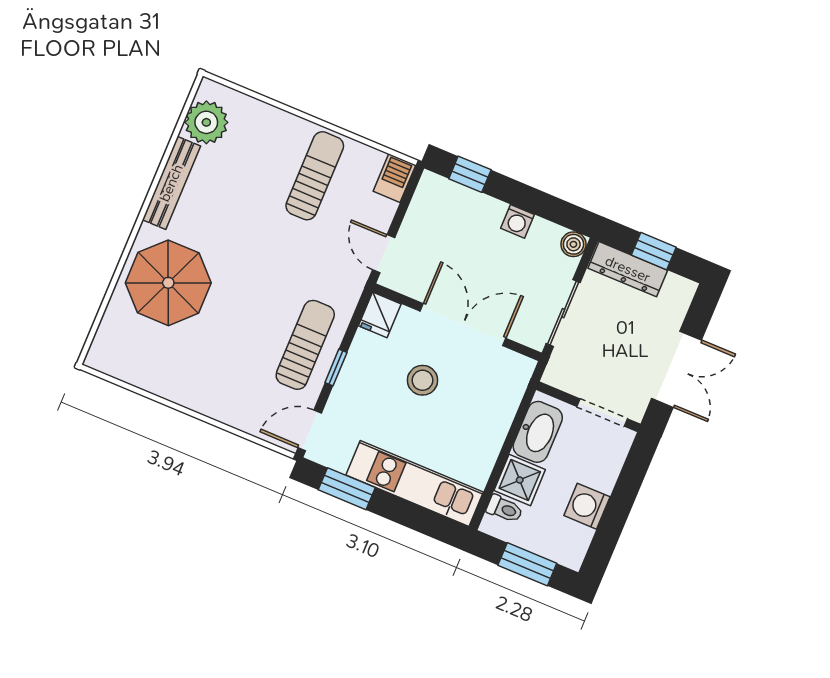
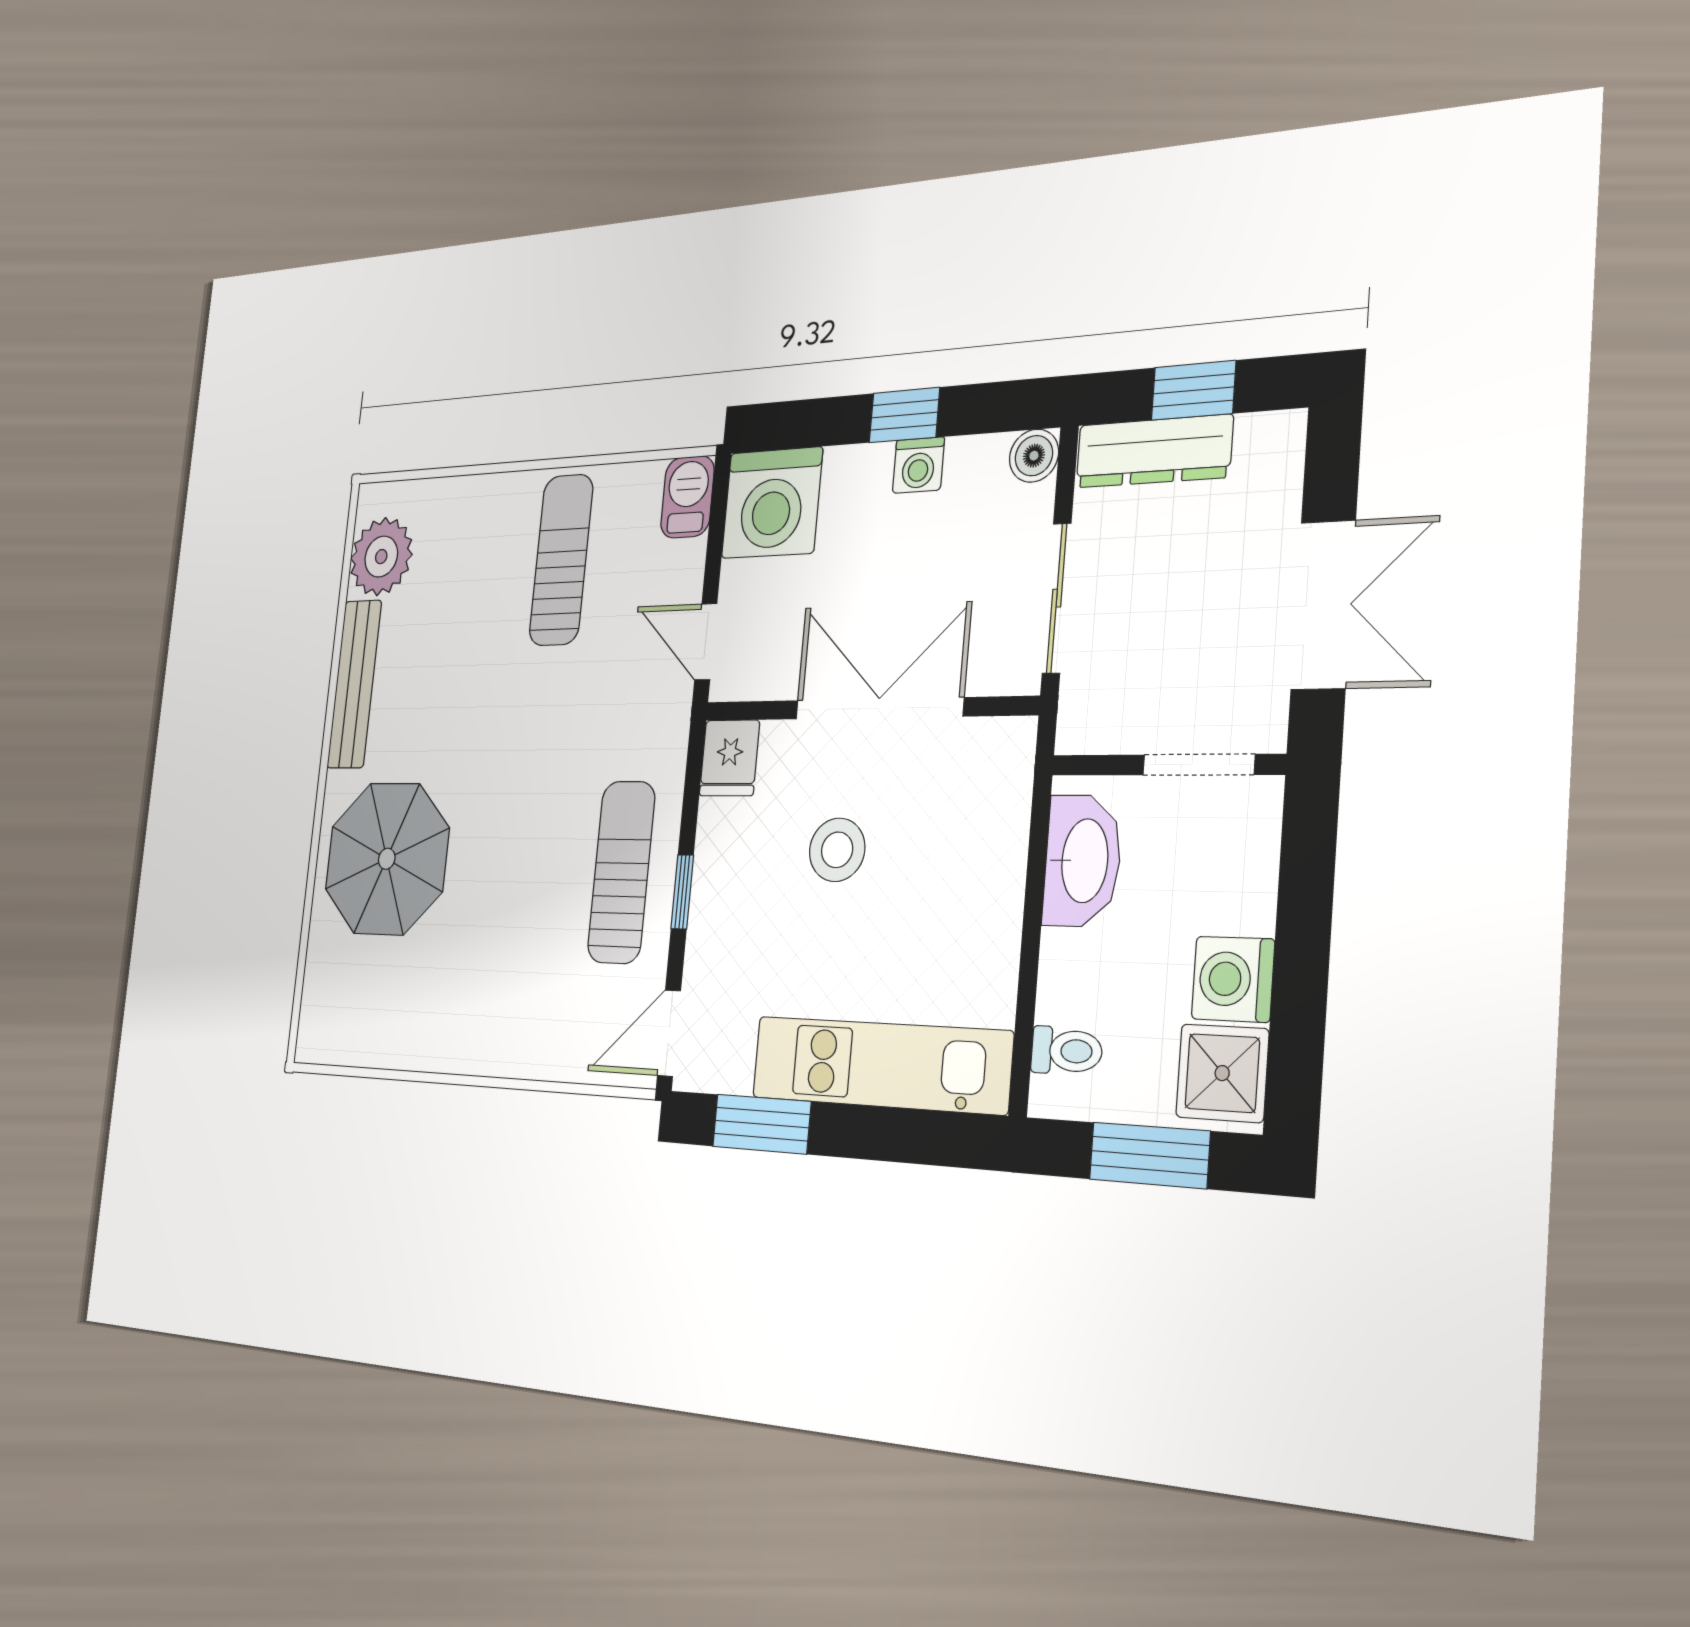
window: (470, 174) -> (904, 415), moved
washing machine: (438, 203) -> (772, 503), added
shower: (520, 480) -> (1222, 1073), moved

